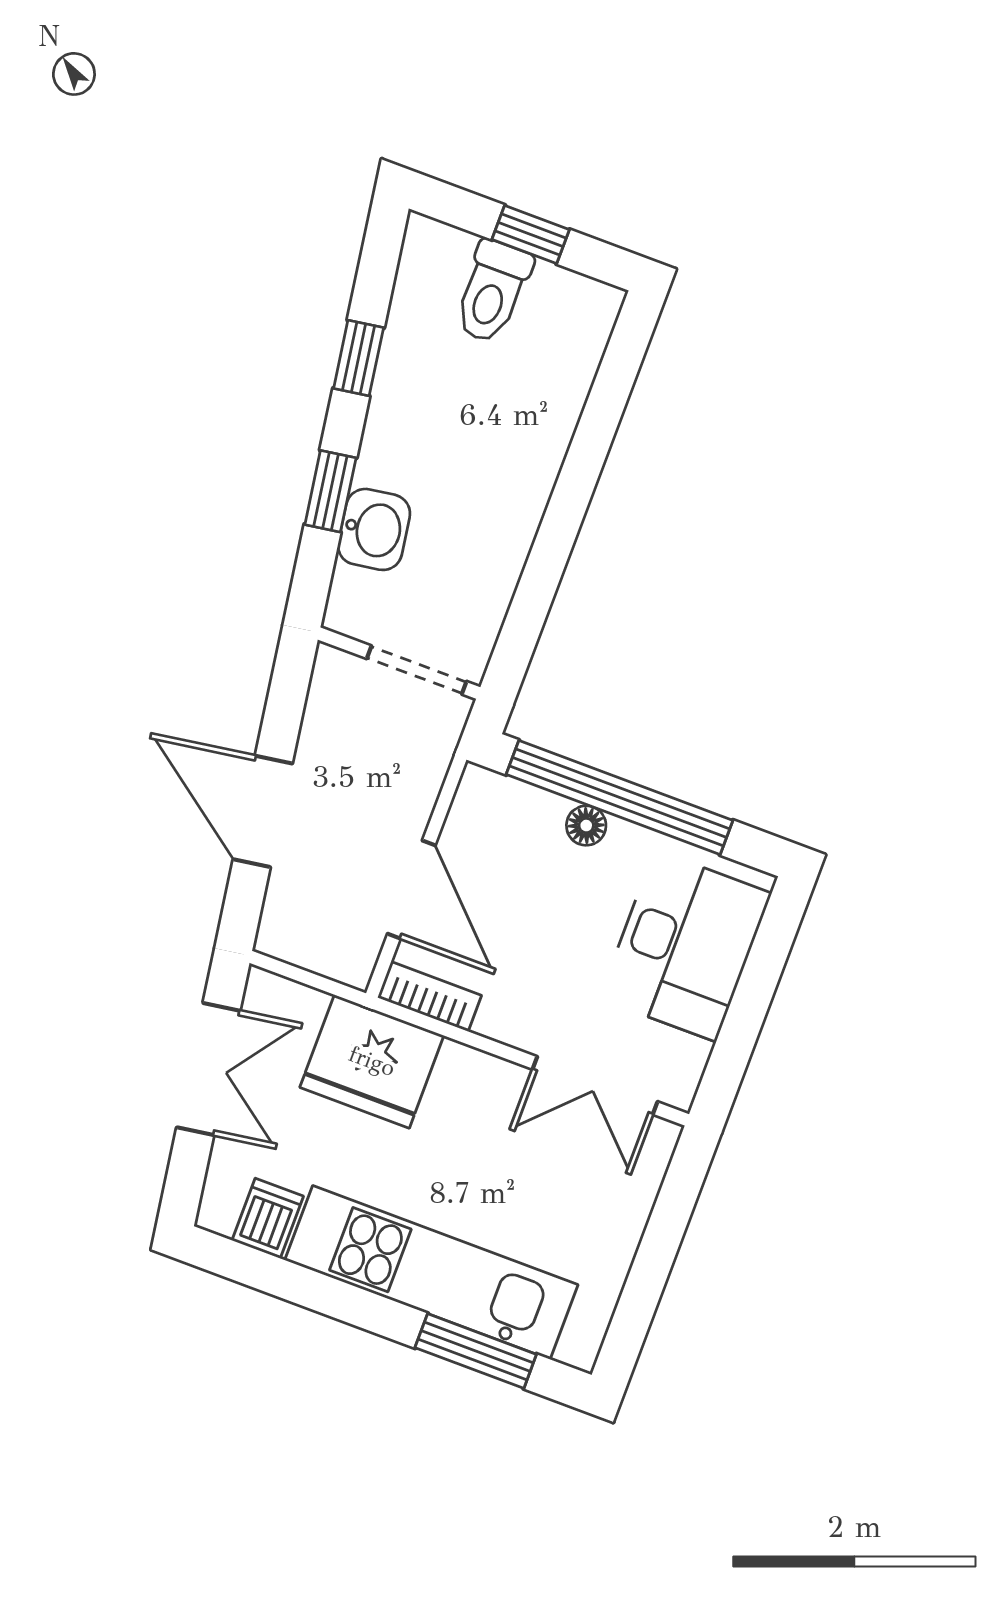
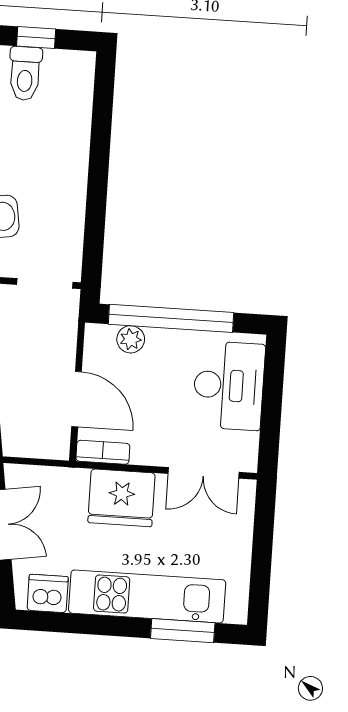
plant: (538, 813) -> (131, 339), added
floor lamp: (586, 826) -> (158, 338), removed
fridge: (372, 1061) -> (122, 498), moved
dishwasher: (268, 1218) -> (48, 593), width x1.38

